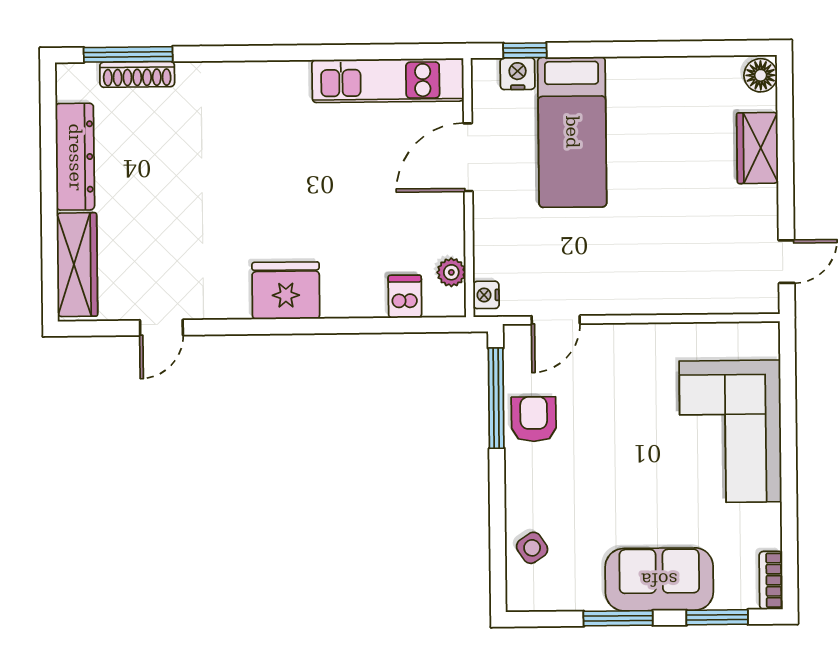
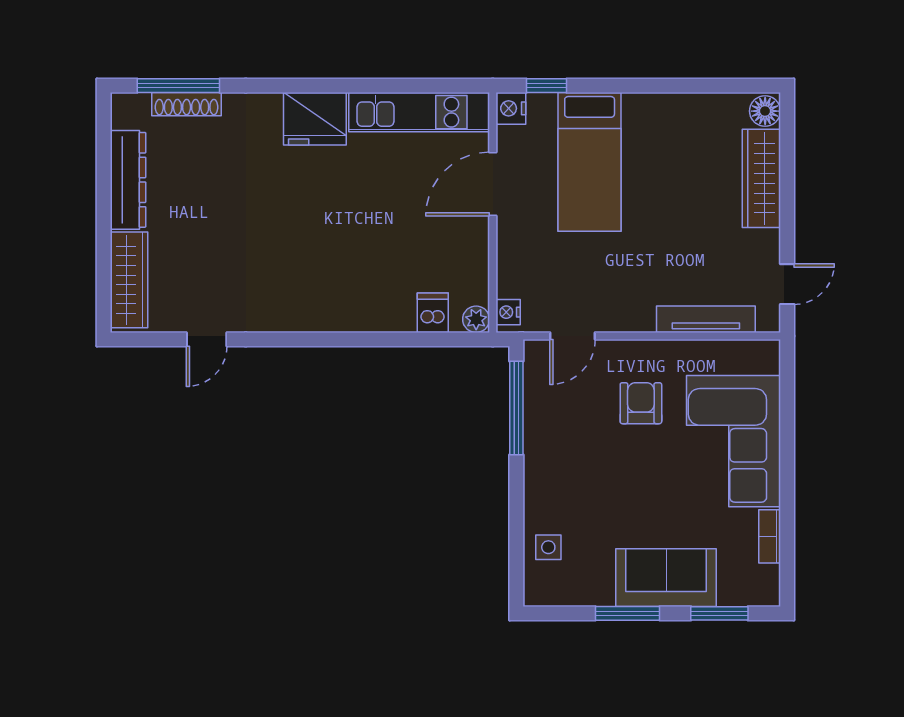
nightstand: (518, 74) -> (511, 108), moved, turned -90
wardrobe: (757, 148) -> (761, 178), width x1.50
plant: (451, 272) -> (476, 319), moved
fridge: (286, 291) -> (315, 119), moved, turned 180
tv unit: (699, 300) -> (706, 319), added
armchair: (534, 419) -> (641, 403), moved
side table: (532, 548) -> (548, 547), turned 34
bookcase: (771, 580) -> (770, 536), moved

